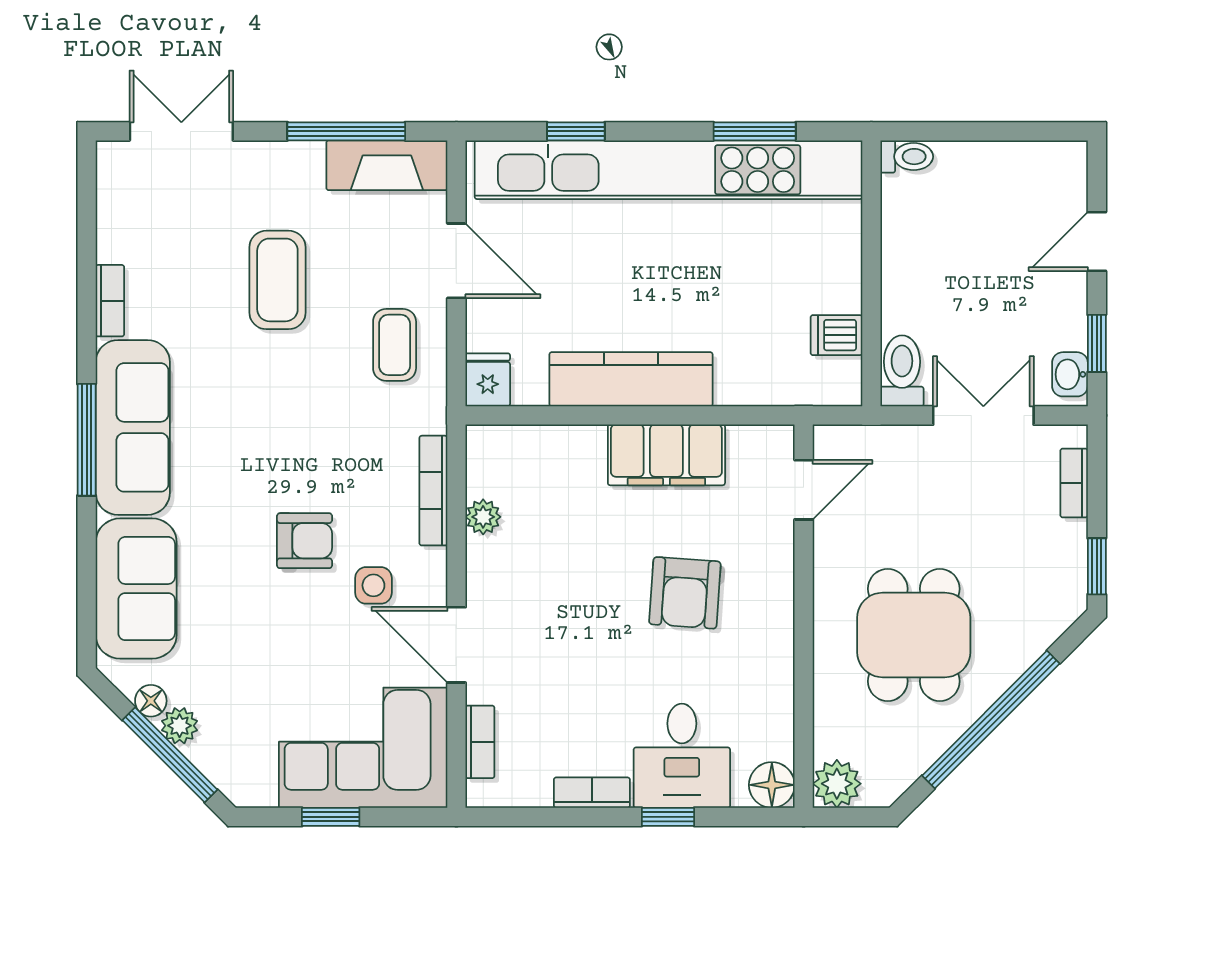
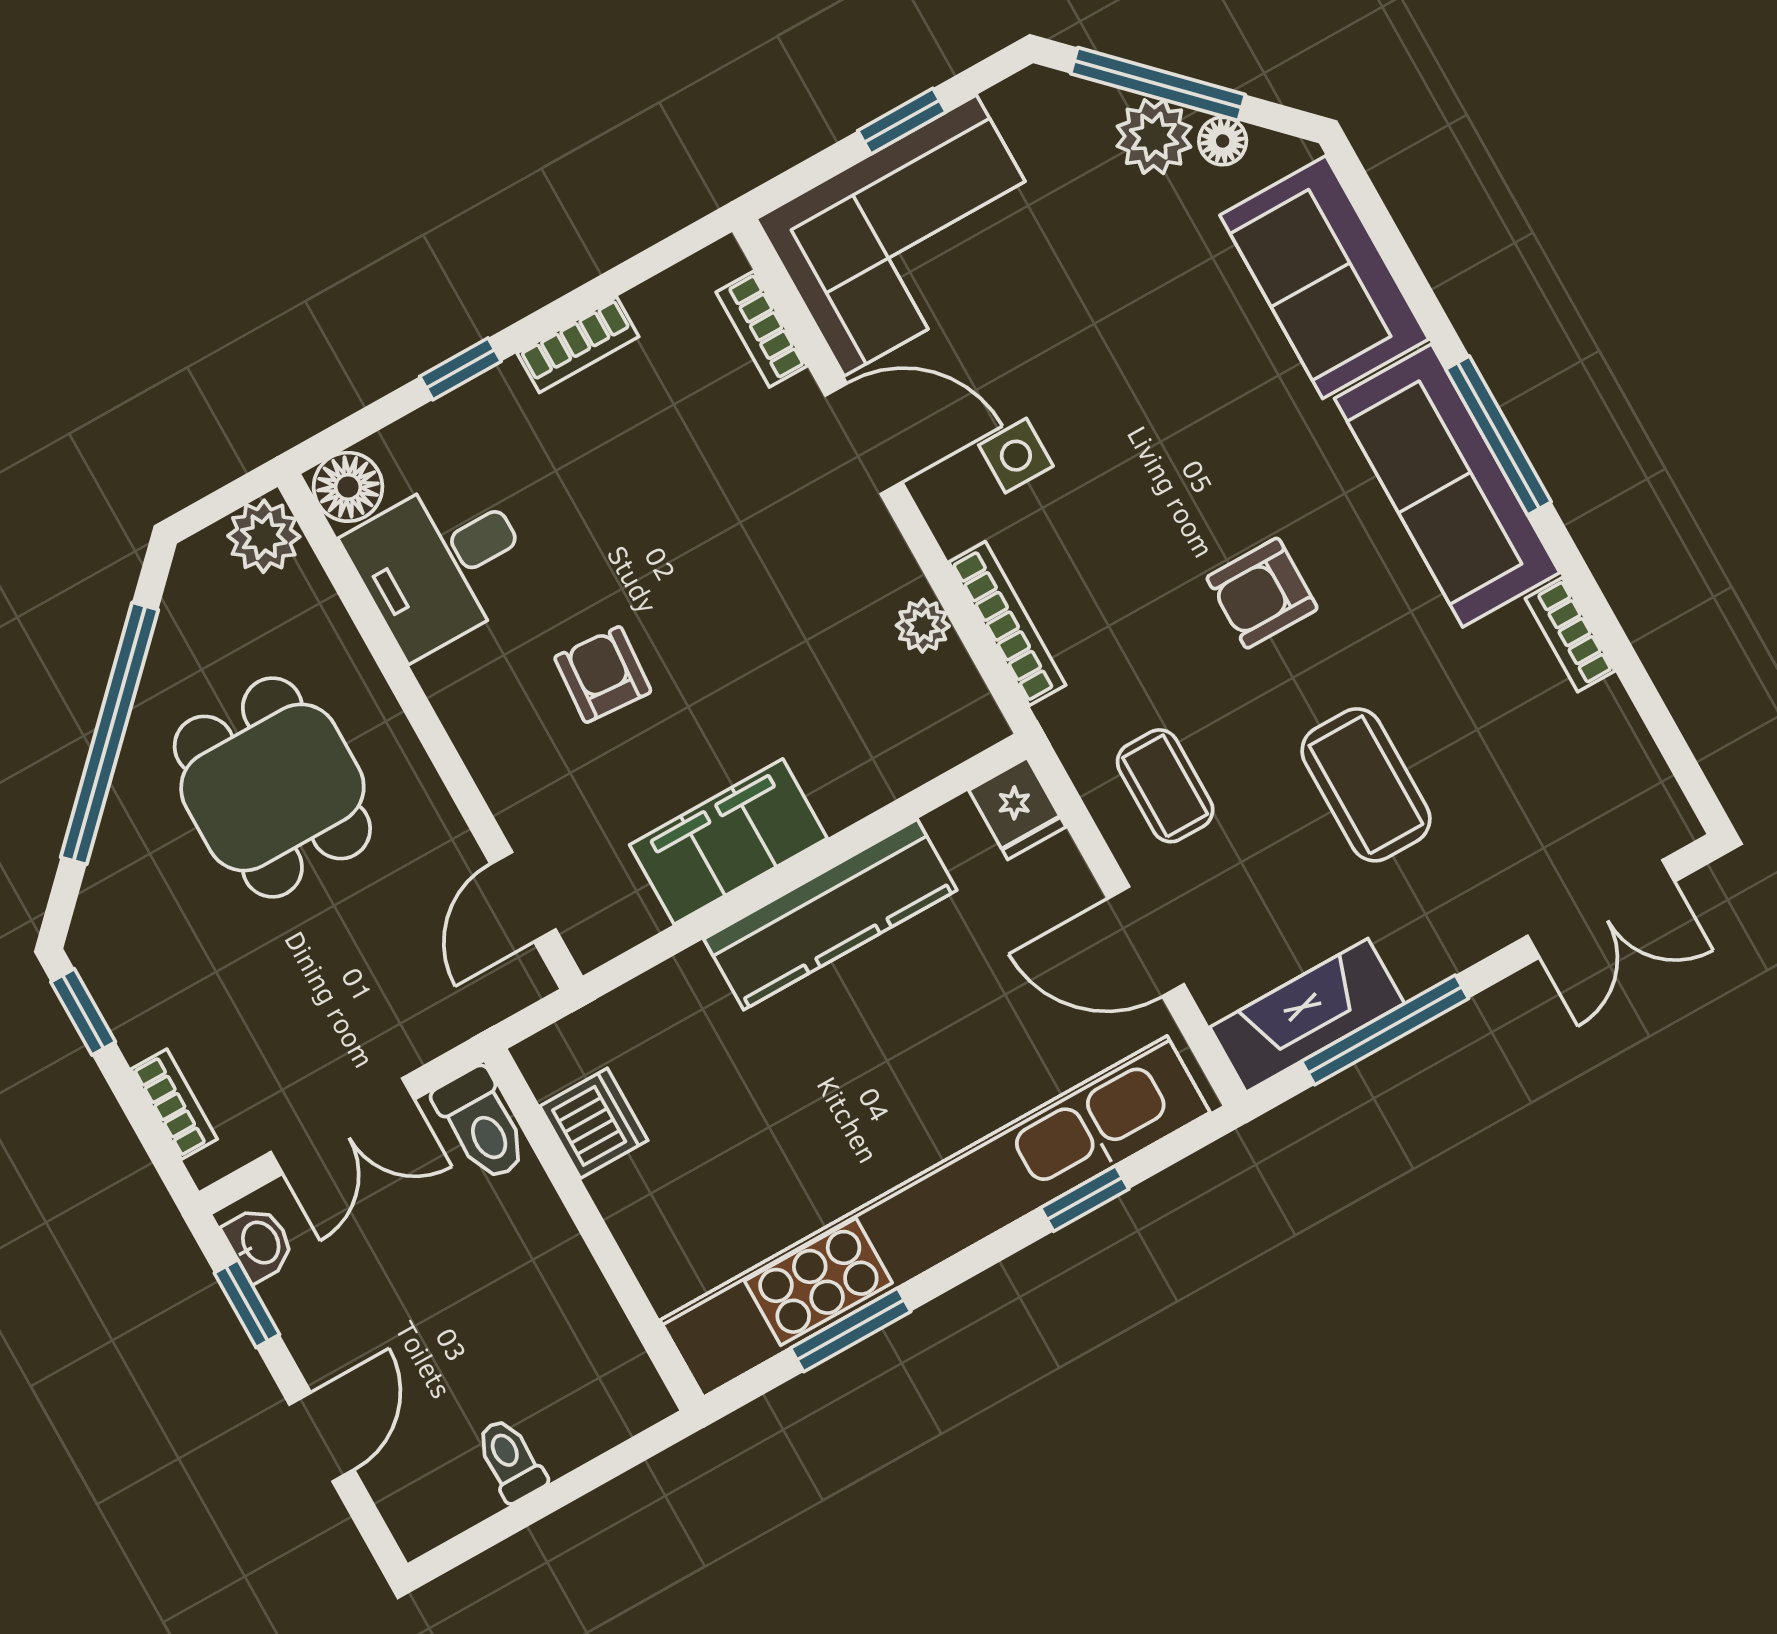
toilet: (907, 157) -> (510, 1460), moved, turned 90
dishwasher: (836, 335) -> (594, 1123), width x1.38
armchair: (305, 541) -> (1262, 593), moved
armchair: (685, 593) -> (603, 675), width x0.72, depth x0.72
plant: (180, 726) -> (1154, 137), width x1.38, depth x1.38
desk: (682, 756) -> (441, 563), moved, turned -90

